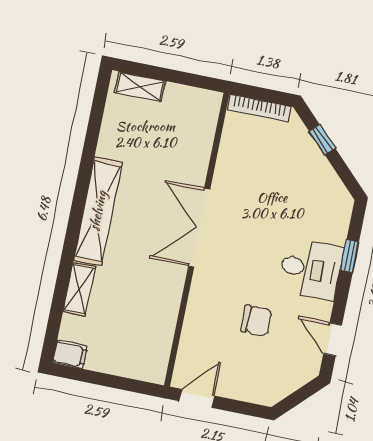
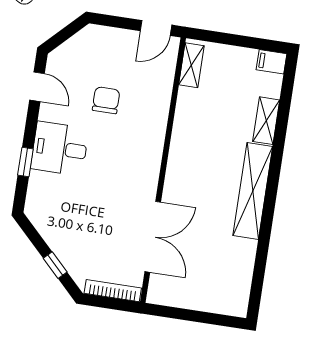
shelving: (140, 87) -> (191, 65), moved, turned 90
double door: (199, 228) -> (153, 237), moved
chair: (256, 321) -> (106, 100), turned 90

